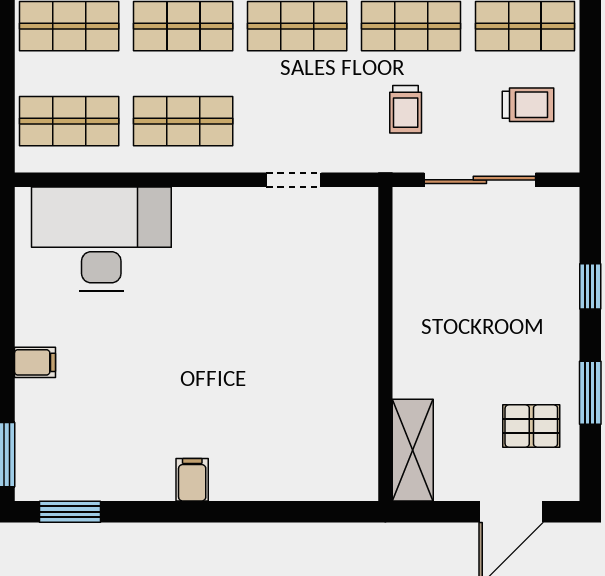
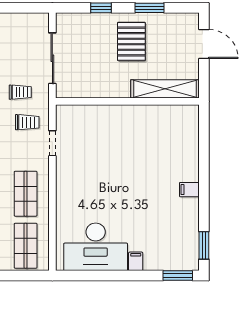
trolley: (528, 105) -> (27, 122), moved, turned 90
desk: (101, 239) -> (96, 247), moved, turned -90
pallet: (531, 426) -> (131, 41), moved, width x1.50, depth x1.42
shelving: (413, 450) -> (165, 89), width x1.47

